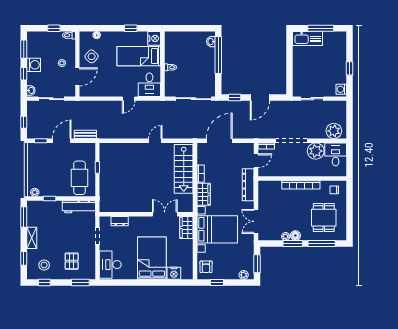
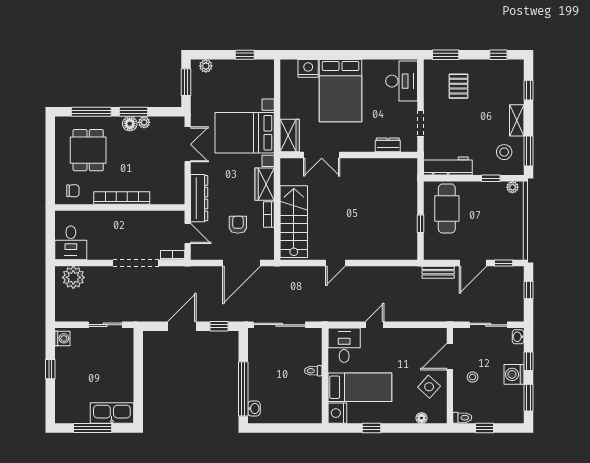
plant: (316, 151) -> (100, 248), removed
door: (256, 161) -> (188, 233), swing flipped
stool: (44, 265) -> (504, 152), moved
armchair: (206, 267) -> (238, 225), moved

